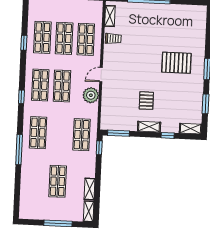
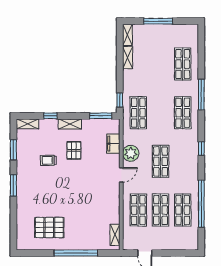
trolley: (113, 39) -> (48, 160), moved
window: (24, 43) -> (201, 204), width x3.17
pallet: (176, 63) -> (49, 228), moved
shop shelf: (40, 85) -> (183, 161), removed
filing cabinet: (107, 105) -> (113, 144), added
shop shelf: (58, 181) -> (183, 64), moved

